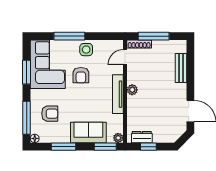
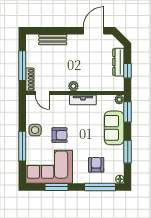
tv unit: (118, 94) -> (83, 100), width x0.71
dresser: (142, 137) -> (118, 62), moved, width x1.44

